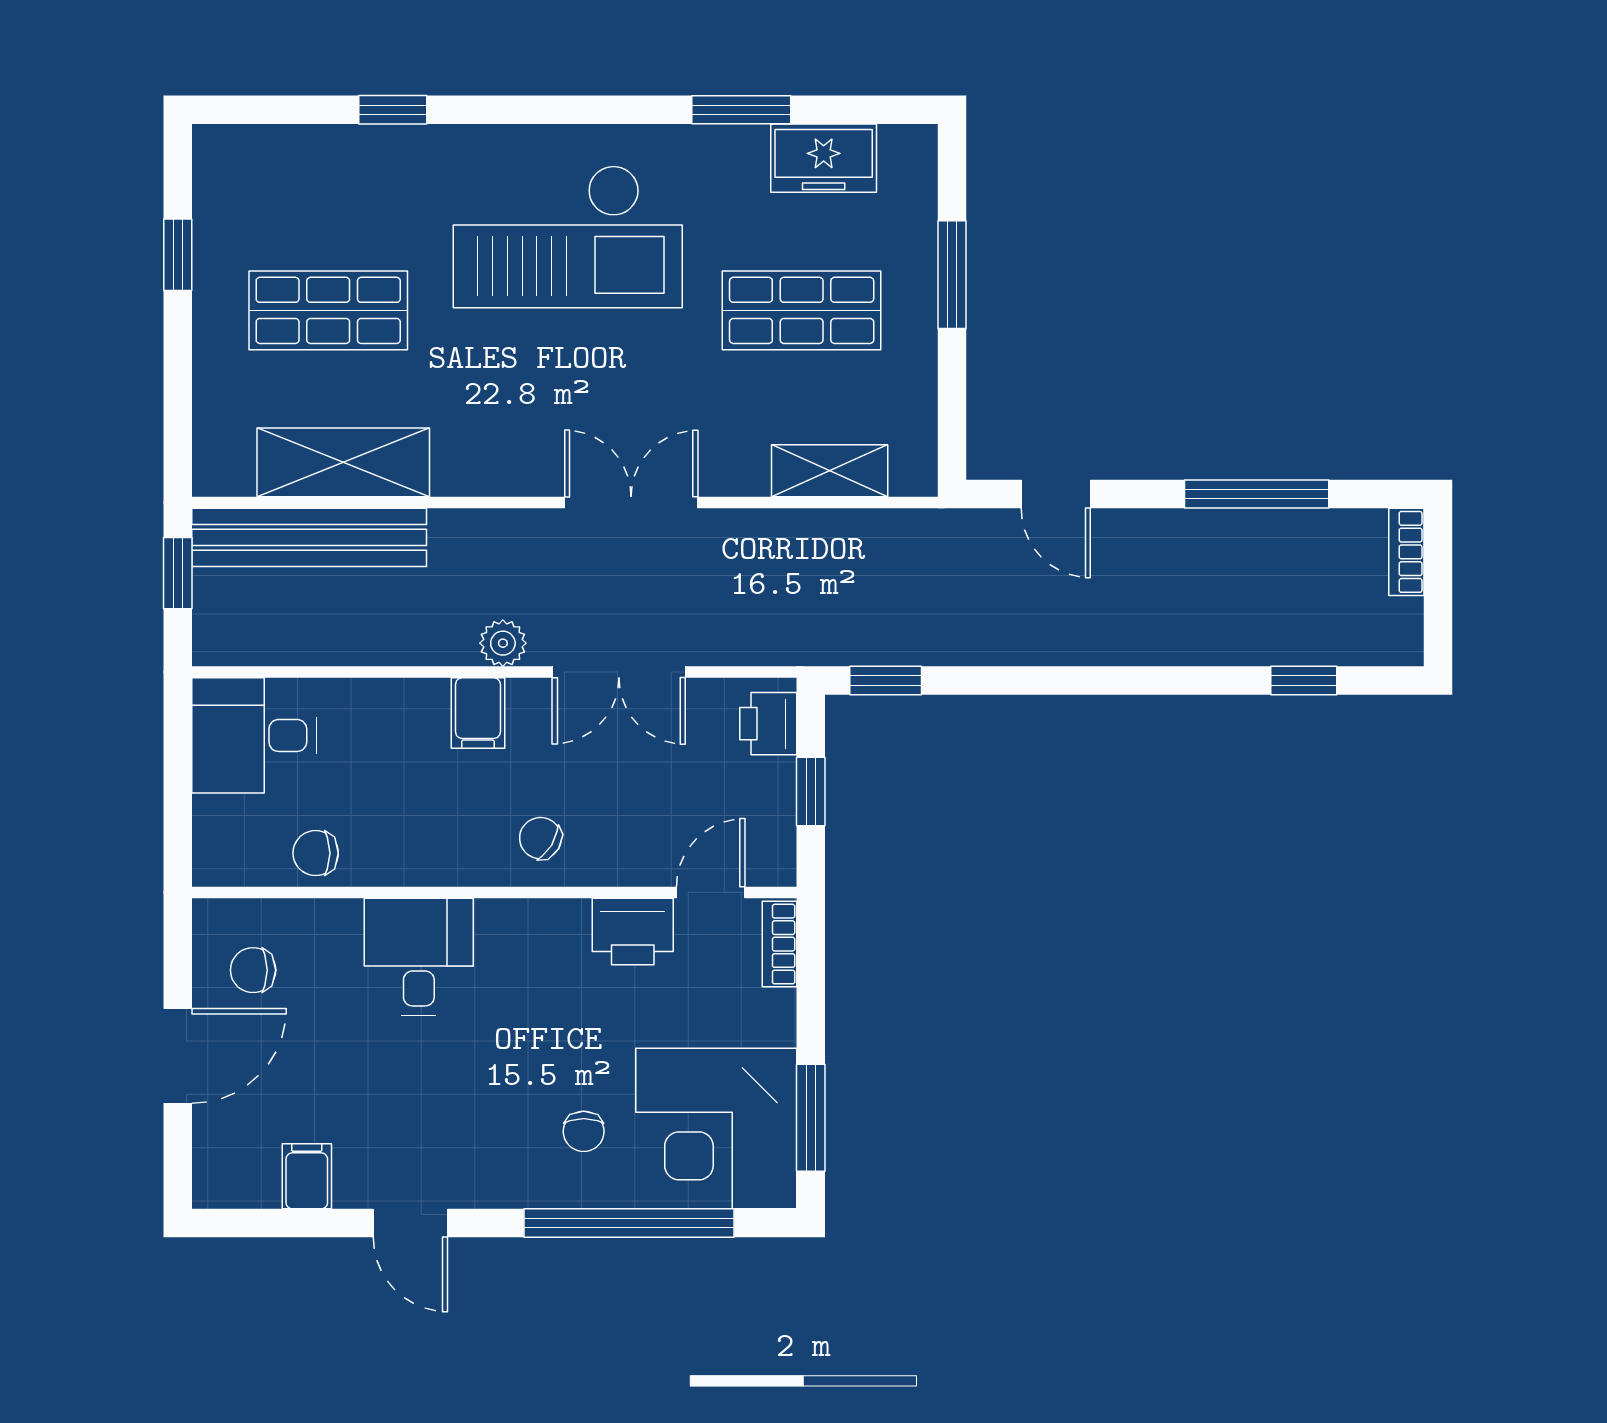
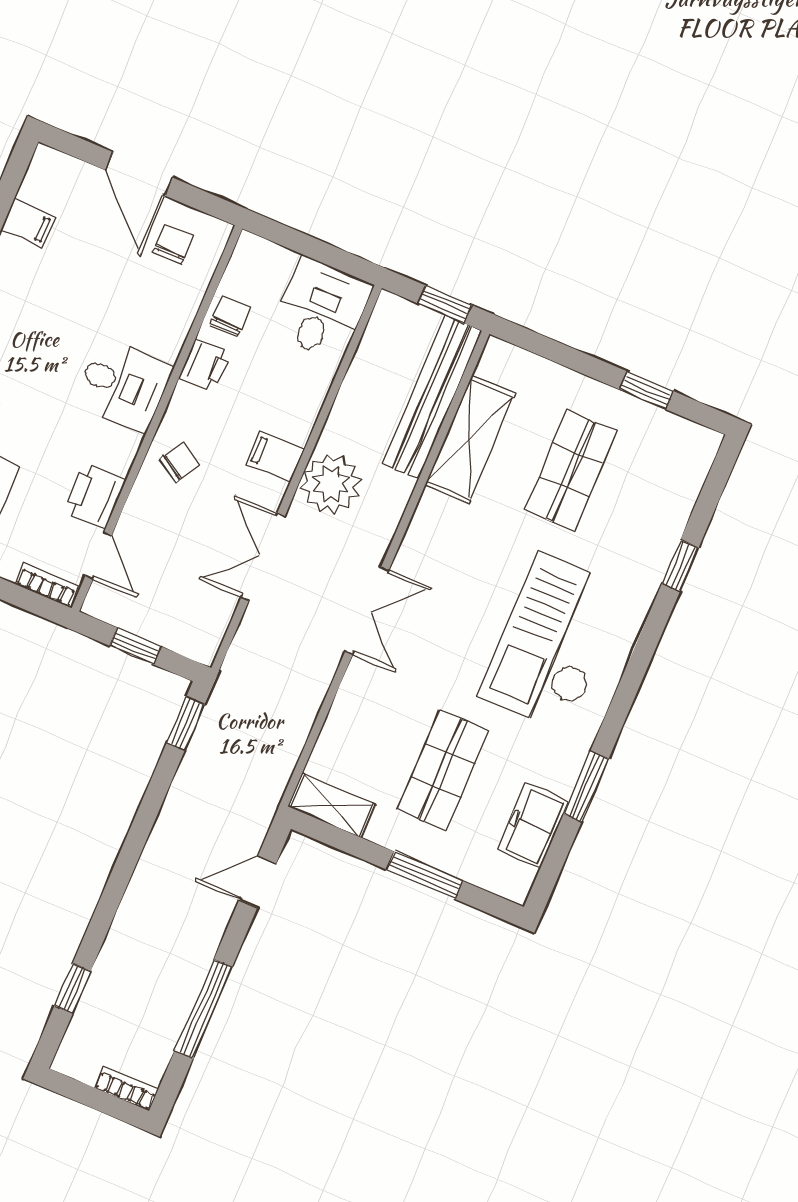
shelving: (830, 471) -> (331, 805), moved, turned 90
plant: (503, 643) -> (331, 484), width x1.88, depth x1.88
printer: (768, 724) -> (205, 365), moved, turned 90
desk: (419, 957) -> (123, 385), moved

